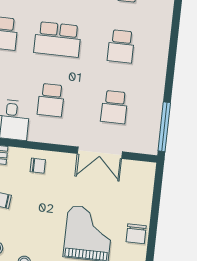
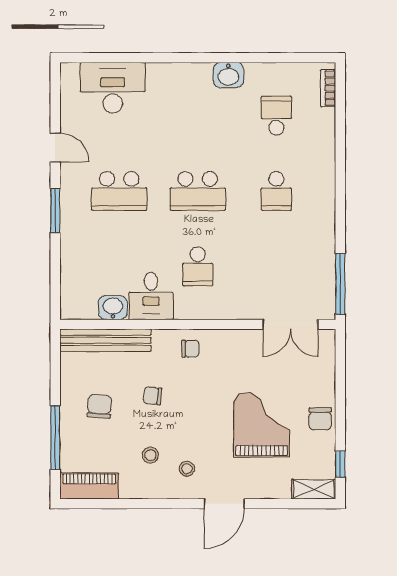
school desk: (114, 107) -> (276, 266), removed
double door: (100, 153) -> (290, 324), moved

